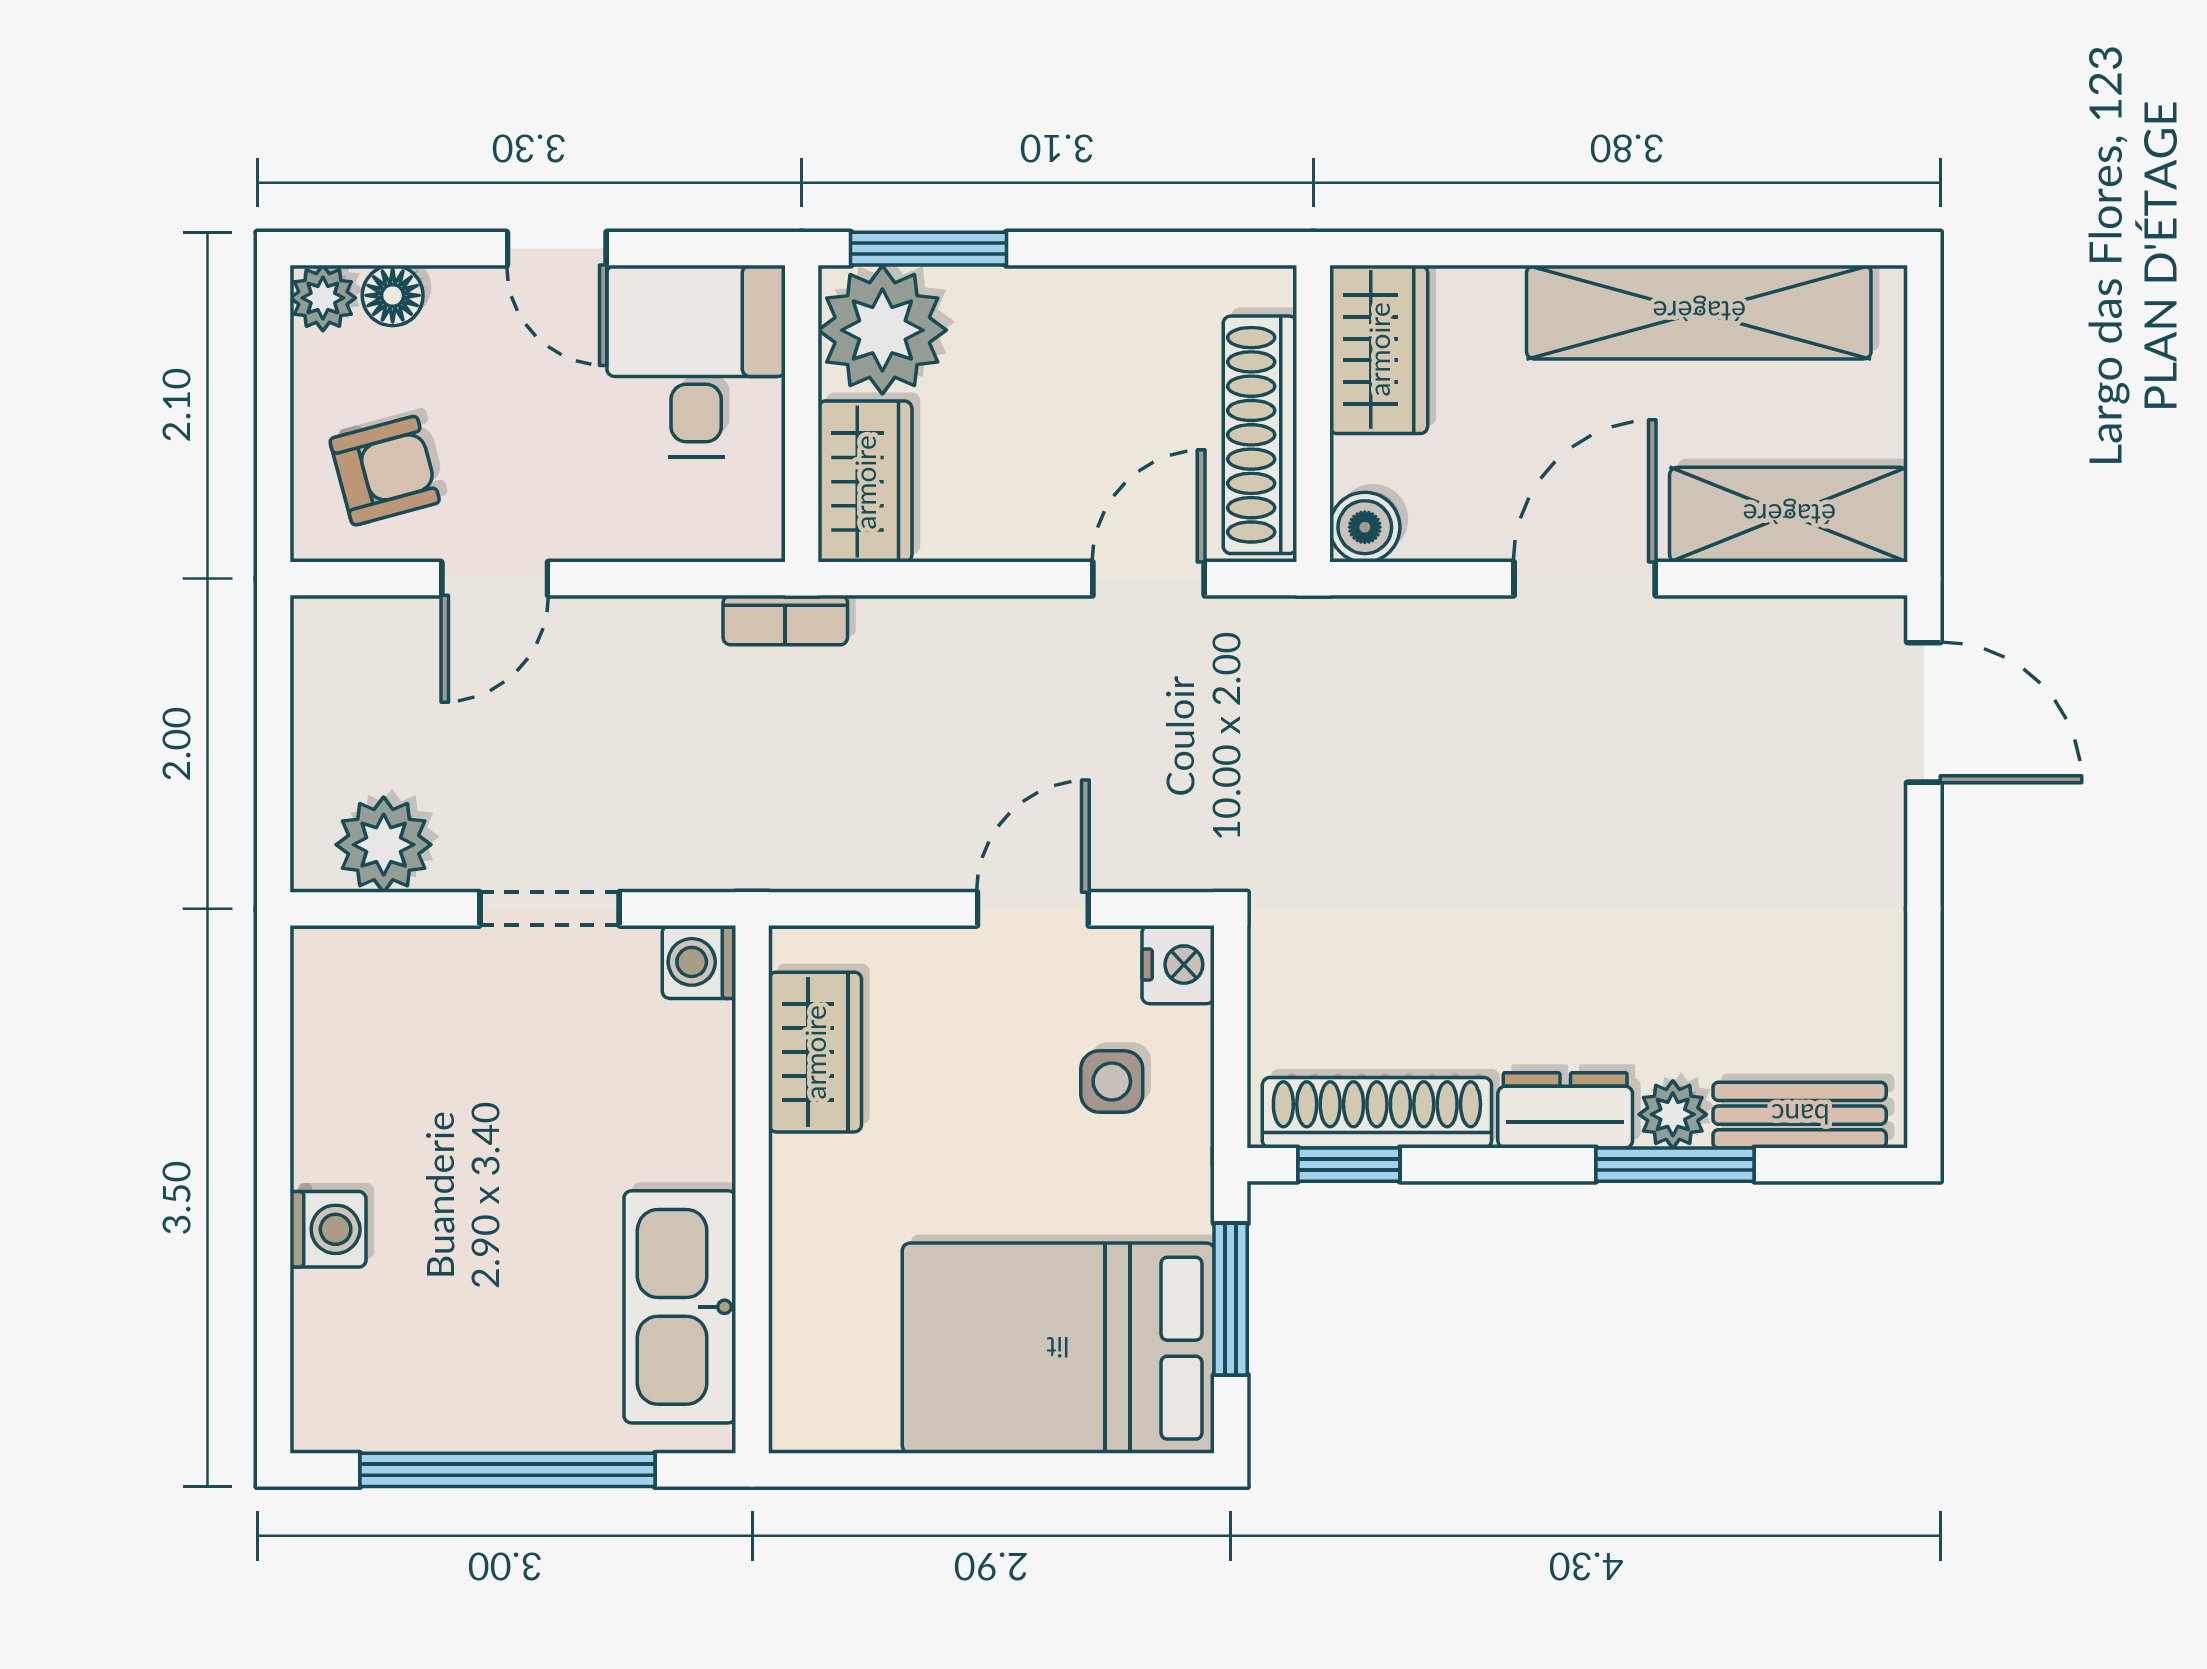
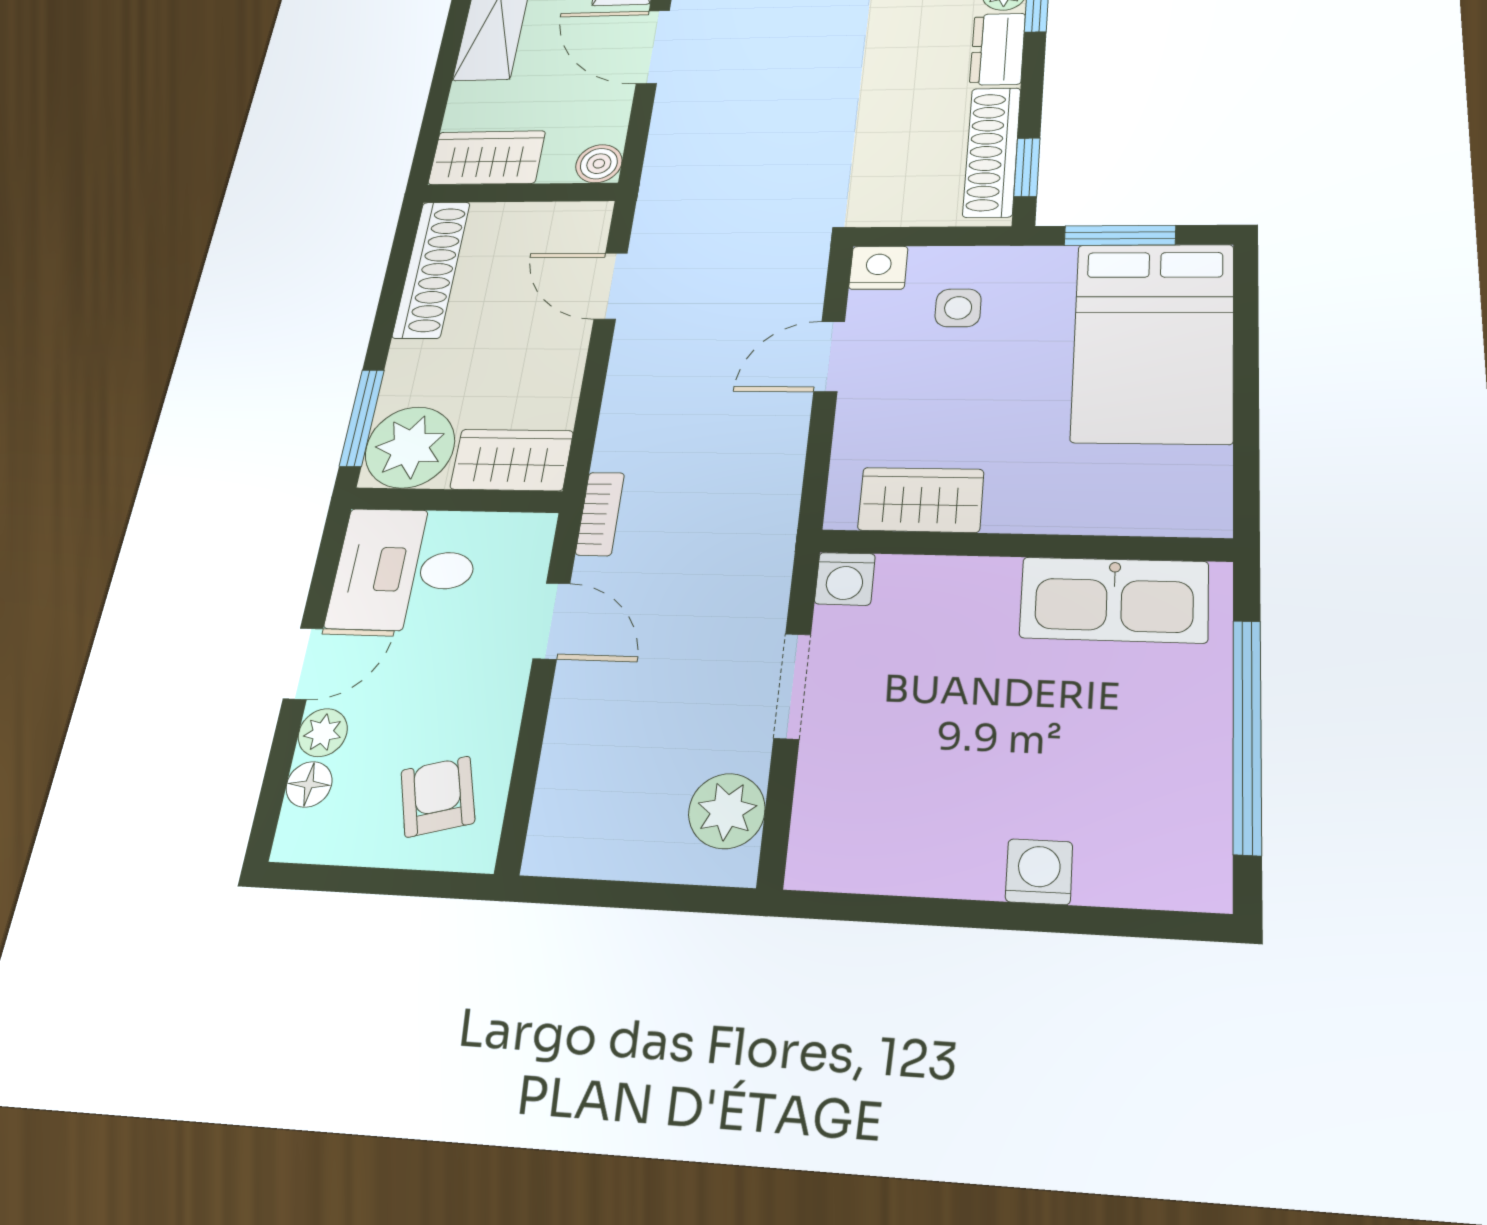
plant: (323, 298) -> (323, 733), moved
shoe rack: (1260, 435) -> (431, 269), moved, turned -90
door: (495, 579) -> (551, 621), moved
door: (1033, 909) -> (829, 356), hinge flipped

